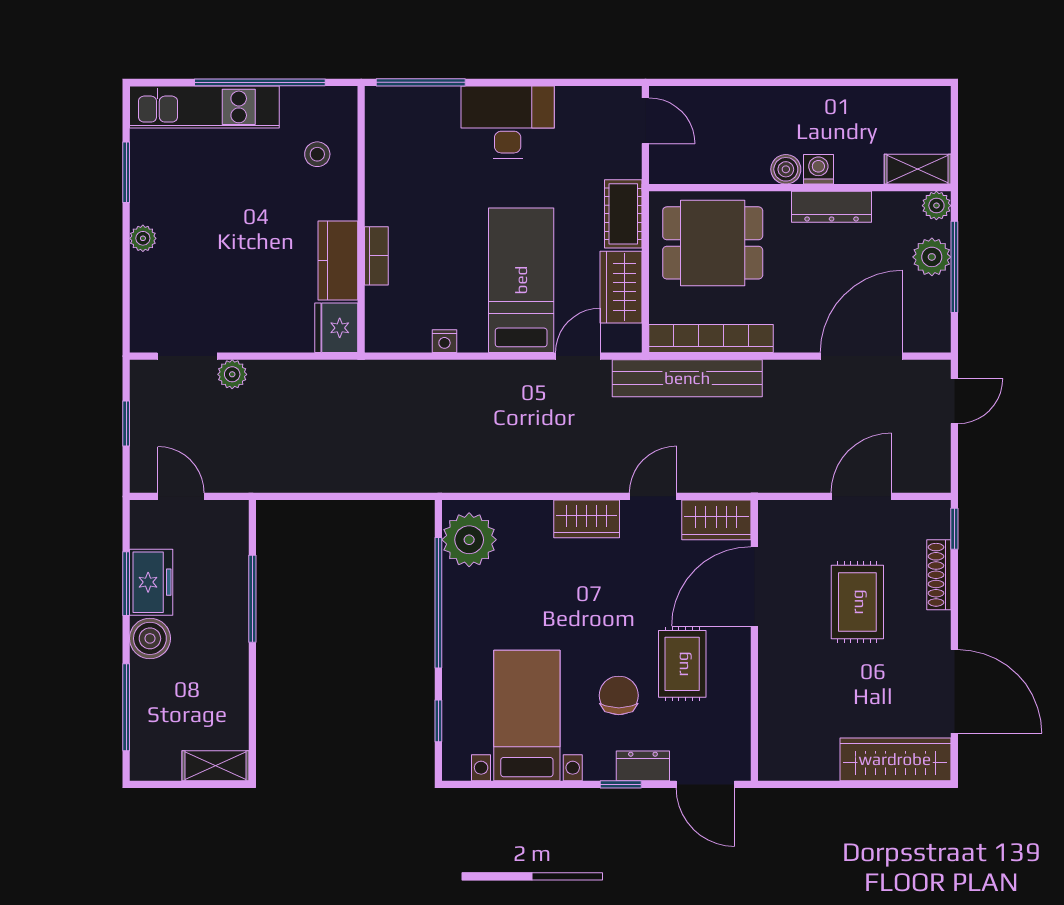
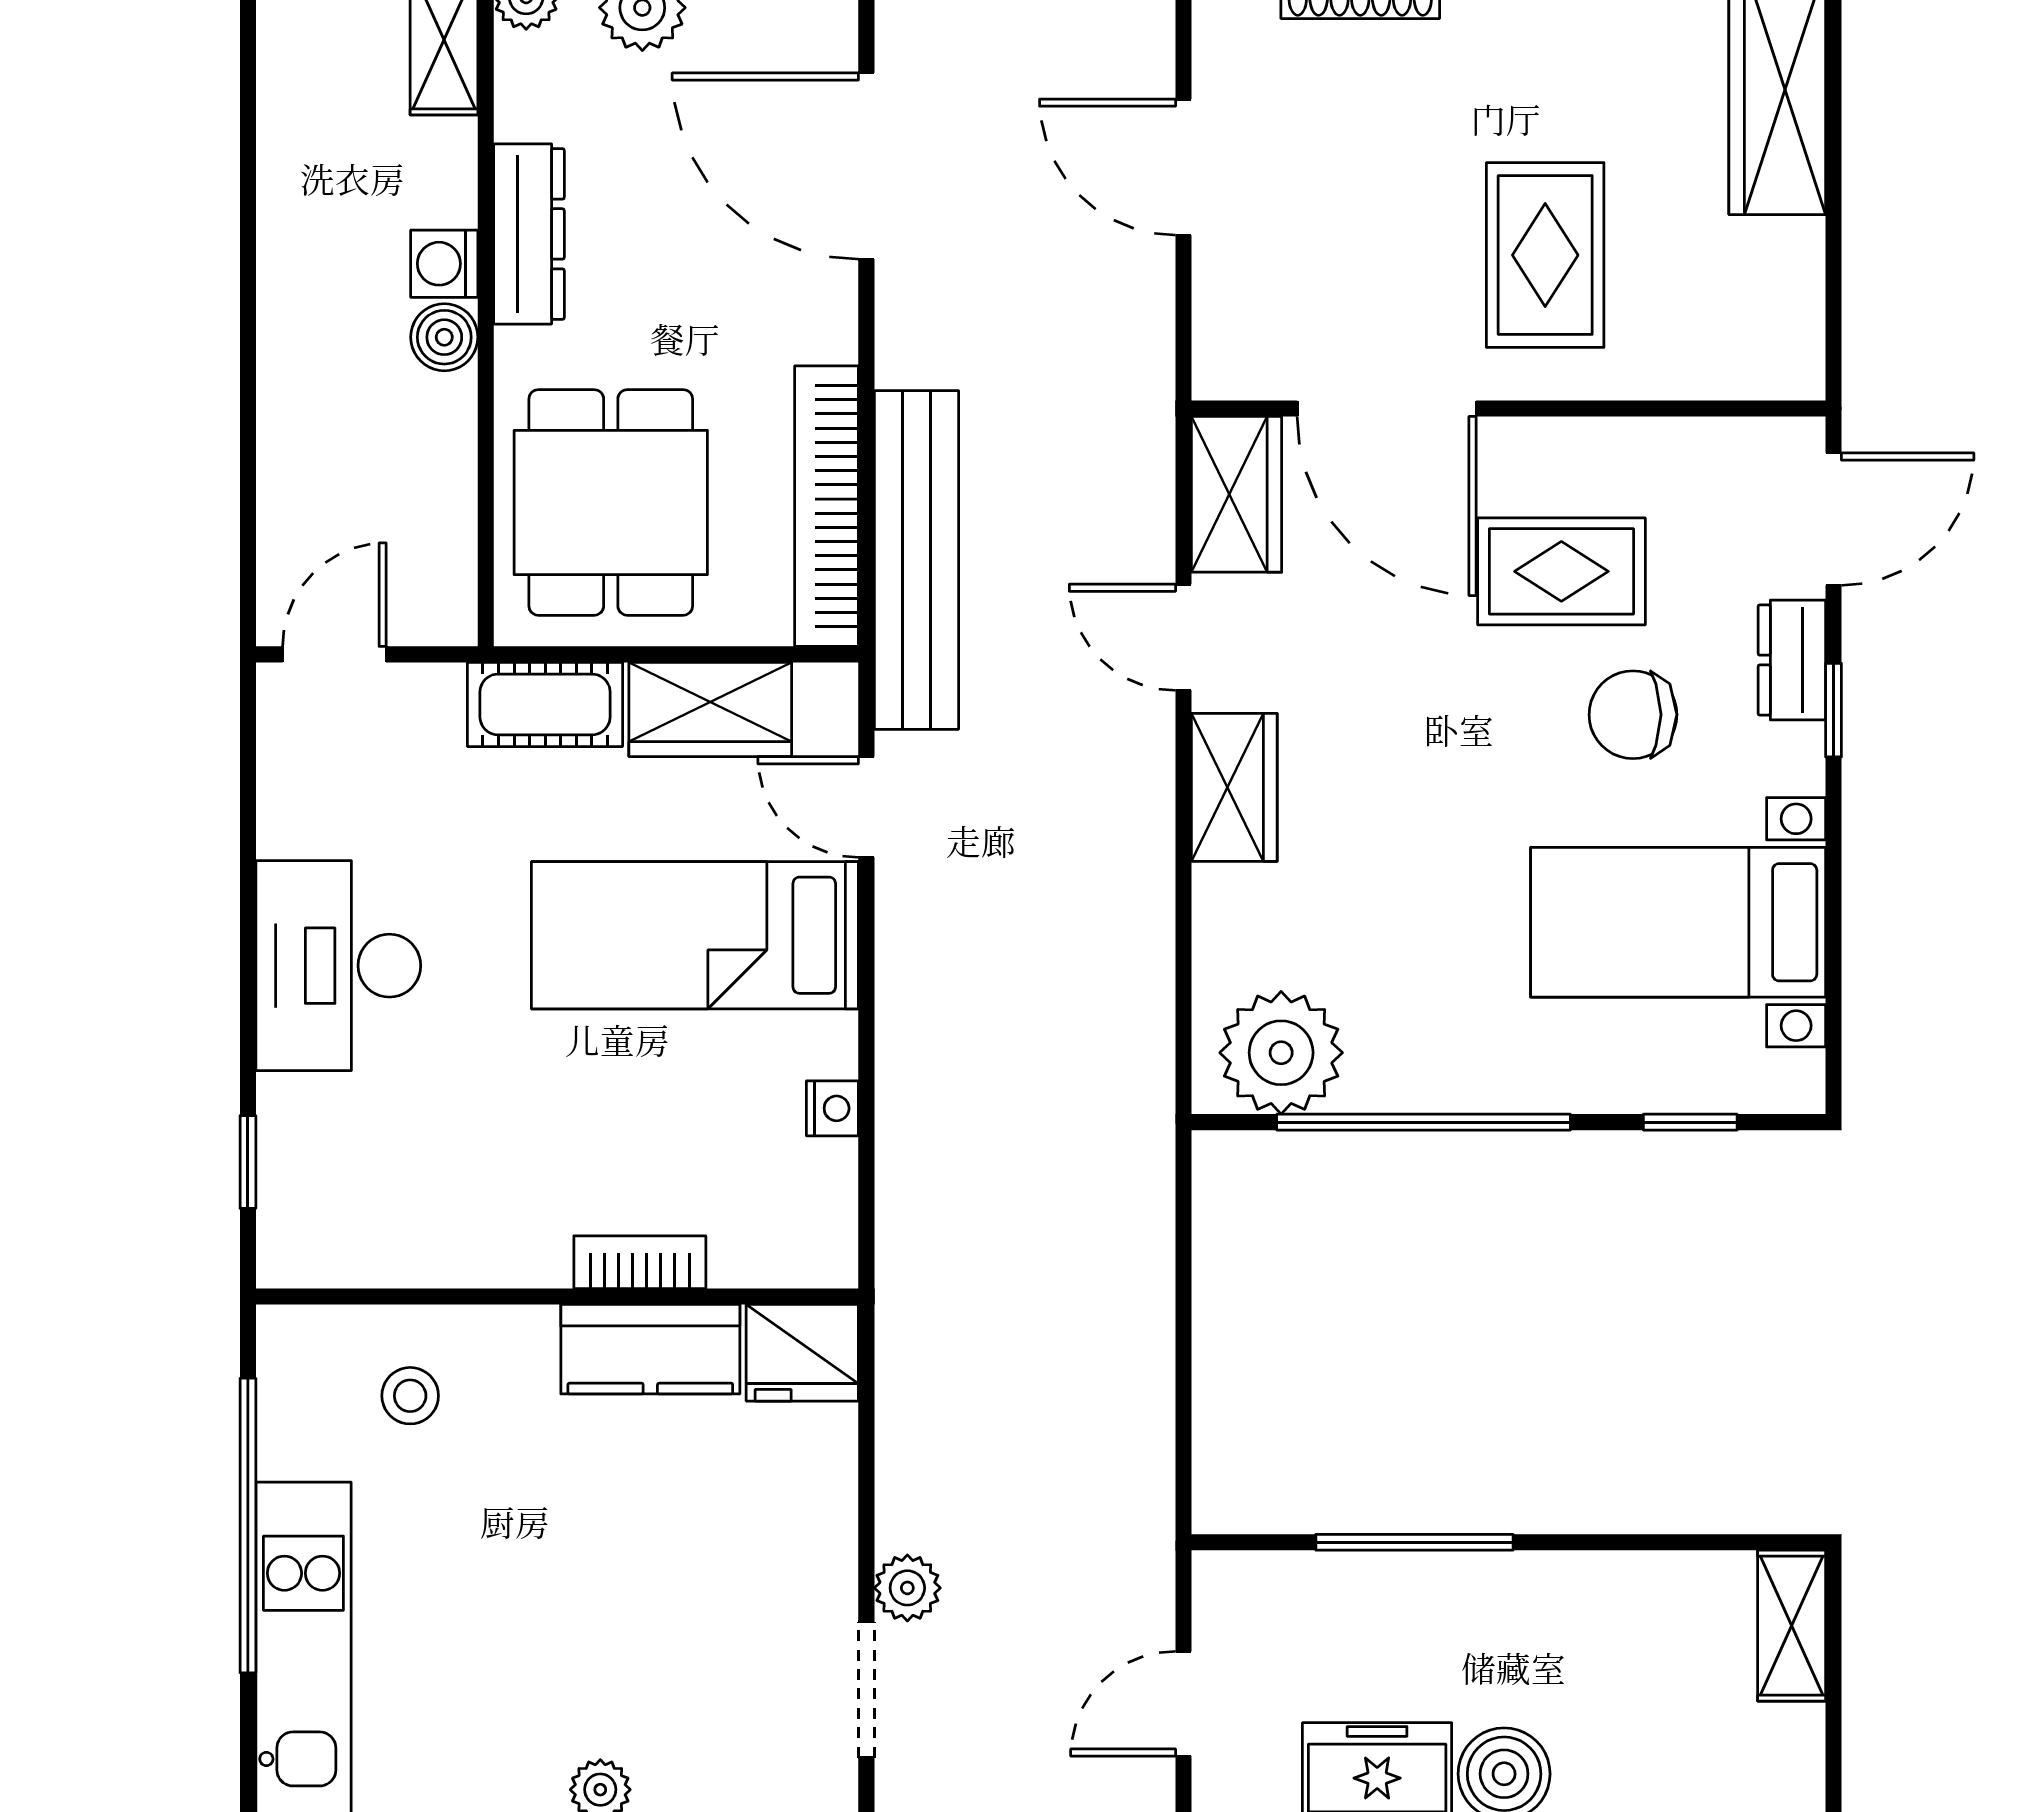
window: (421, 82) -> (248, 1162), width x0.46
rug: (857, 602) -> (1545, 255), moved, turned 90

